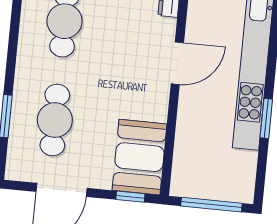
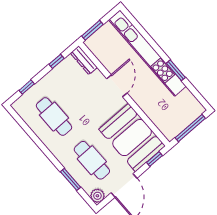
booth: (140, 157) -> (132, 138), width x1.36, depth x1.42
plant: (17, 169) -> (97, 196), added

